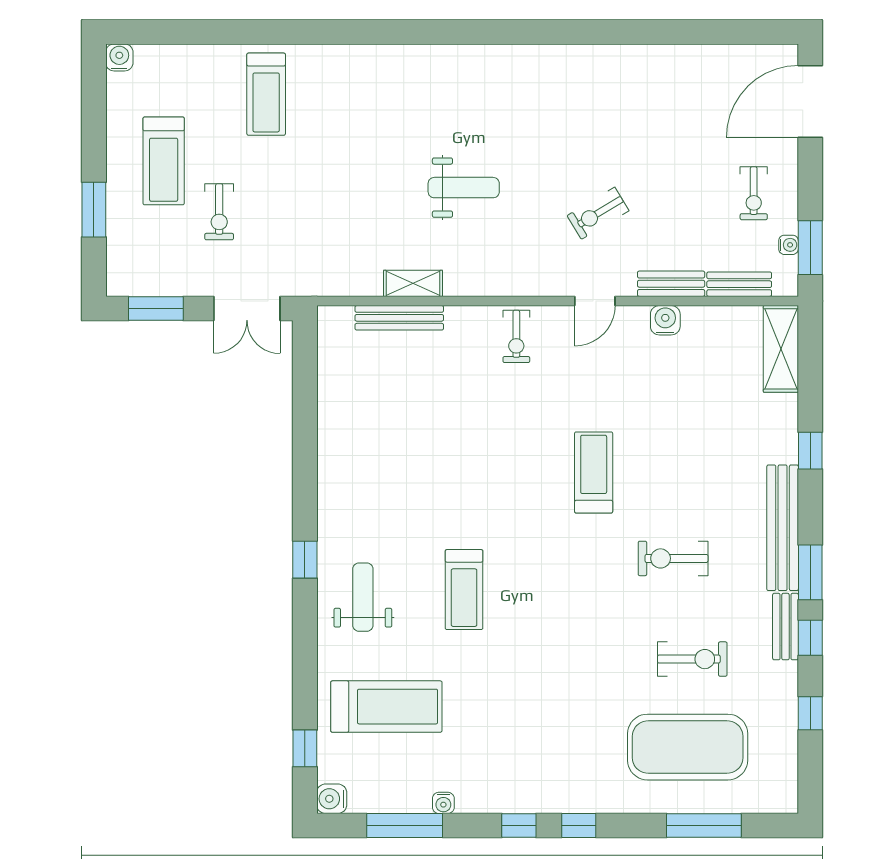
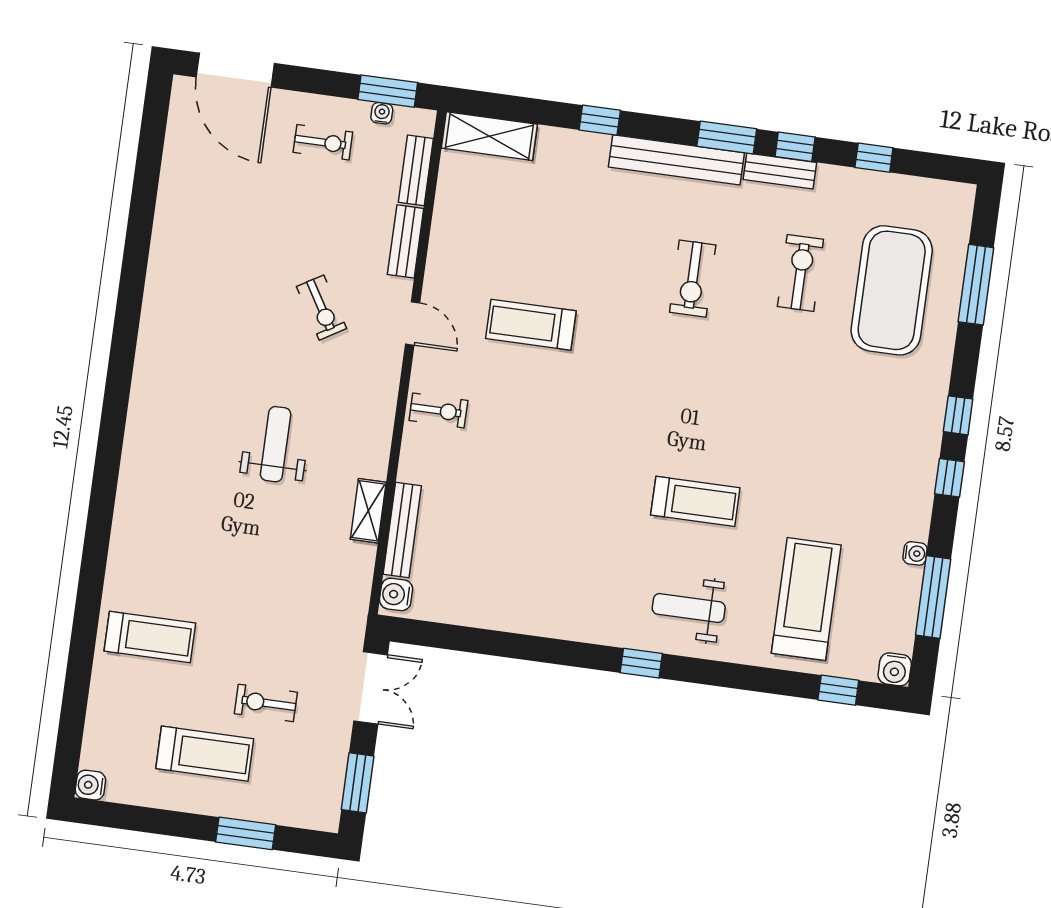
exercise bike: (219, 212) -> (266, 703), turned 180
water cooler: (665, 320) -> (396, 594), moved
treadmill: (594, 472) -> (531, 325), moved

